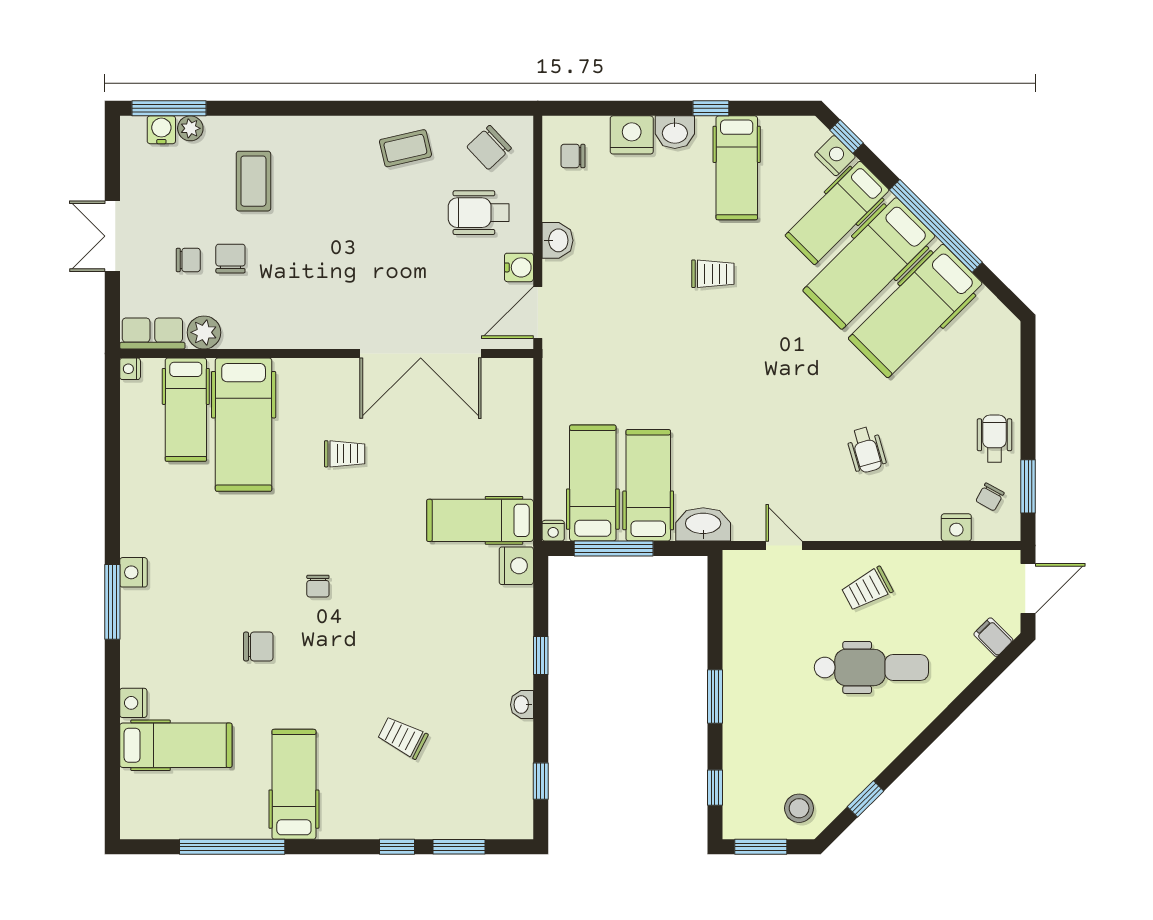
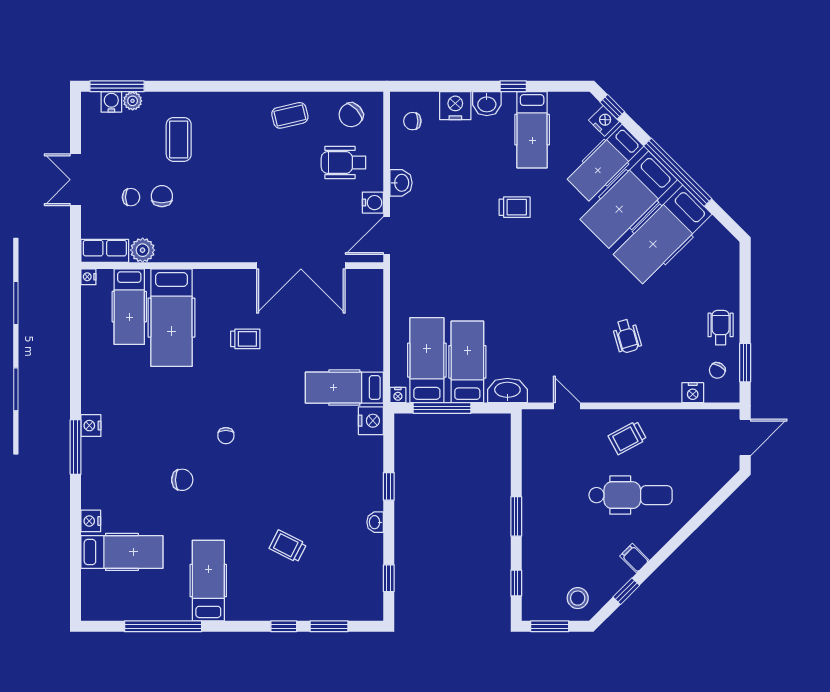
filing cabinet: (993, 637) -> (635, 558), moved

